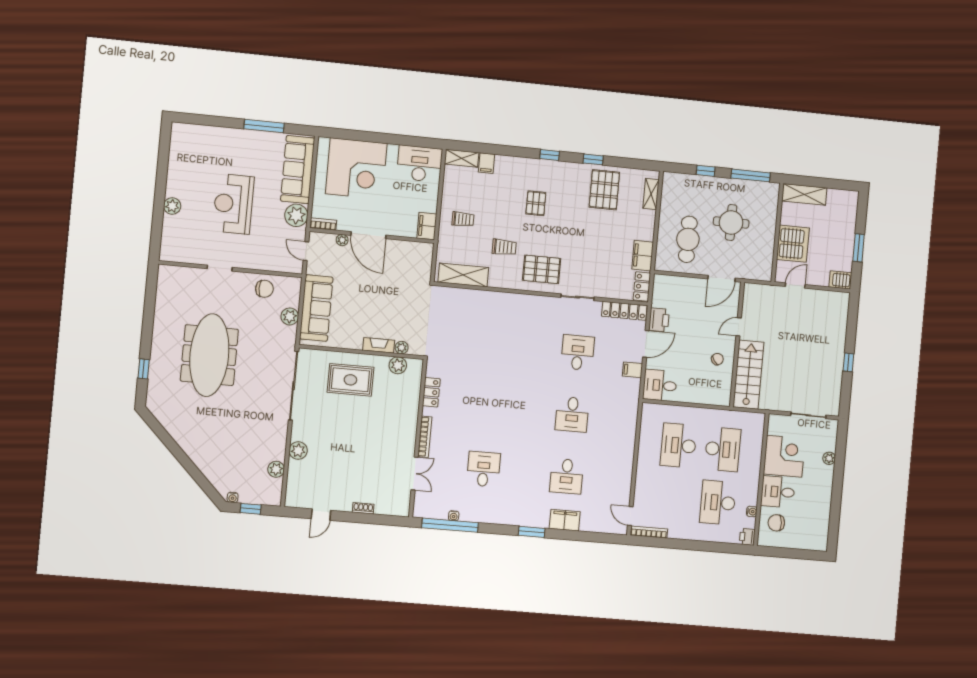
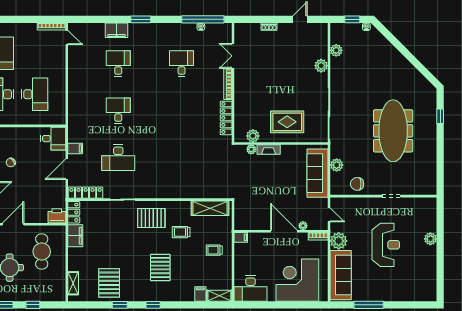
pallet: (536, 203) -> (160, 267), width x1.50, depth x1.42
filing cabinet: (427, 226) -> (241, 237), width x0.50
printer: (659, 320) -> (57, 216), moved, turned 90
desk: (578, 353) -> (118, 158), width x1.37
locker: (431, 392) -> (226, 118), width x1.53
desk: (483, 469) -> (182, 64), turned 180

